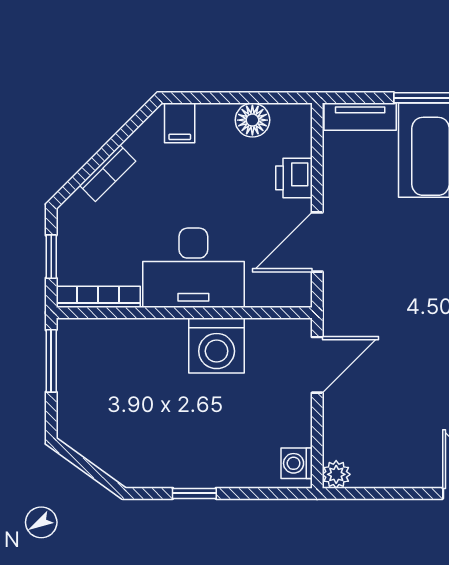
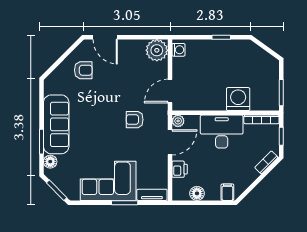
bookcase: (108, 173) -> (266, 162), moved
plant: (298, 293) -> (178, 121), added
armchair: (401, 297) -> (135, 120), added
washing machine: (217, 345) -> (238, 99), moved
plant: (336, 474) -> (157, 50), width x1.87, depth x1.87

